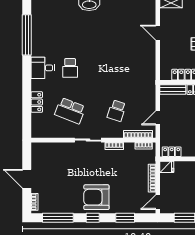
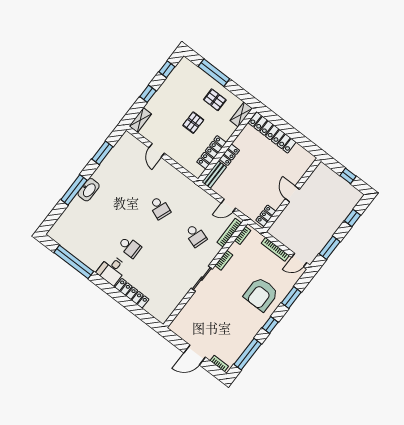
door: (158, 33) -> (157, 150), hinge flipped
locker: (37, 102) -> (132, 293), width x1.53
school desk: (70, 111) -> (160, 208), moved, width x0.54
door: (158, 118) -> (228, 206), hinge flipped
fridge: (167, 167) -> (275, 230), removed
armchair: (96, 197) -> (261, 294), moved
door: (158, 202) -> (299, 260), hinge flipped

